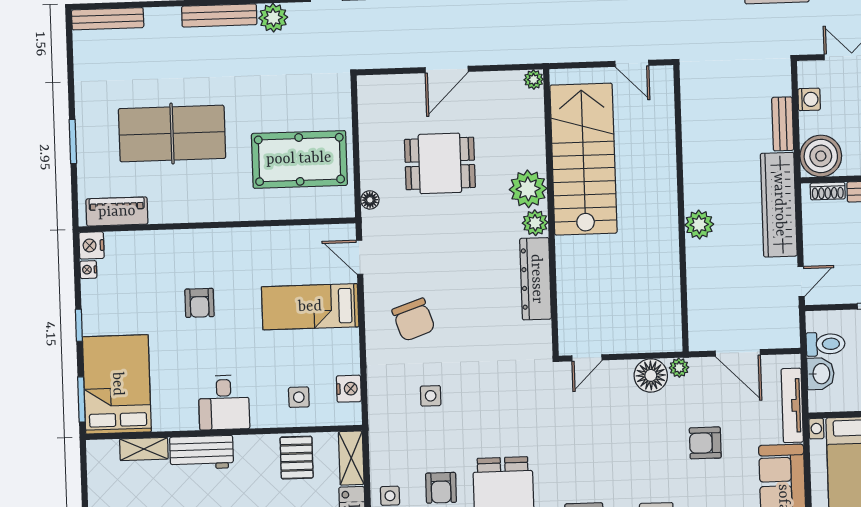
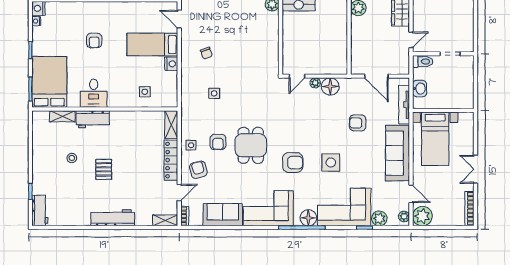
dresser: (536, 279) -> (271, 34), removed
chair: (414, 320) -> (206, 53), width x0.54, depth x0.54
toilet: (826, 344) -> (423, 62), moved
plant: (679, 368) -> (315, 83), moved
nightstand: (349, 389) -> (171, 64), moved
desk: (224, 402) -> (94, 93), moved
pallet: (297, 458) -> (143, 124), removed

